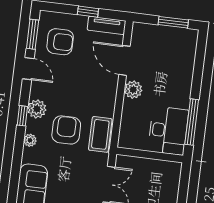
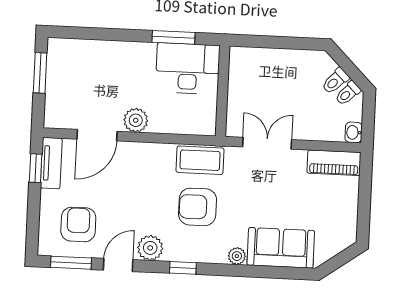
window: (88, 12) -> (36, 168), moved
plant: (37, 109) -> (150, 248), moved
window: (192, 122) -> (174, 37), width x0.69
plant: (30, 140) -> (237, 256), moved

